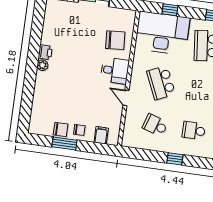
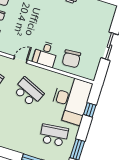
school desk: (161, 83) -> (28, 92), turned 48

